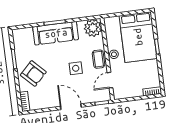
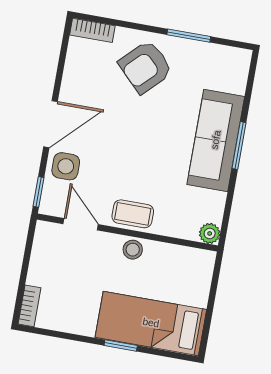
plant: (93, 28) -> (210, 233), width x0.53, depth x0.53
bed: (138, 37) -> (151, 323), width x0.67
side table: (76, 68) -> (66, 166), moved

